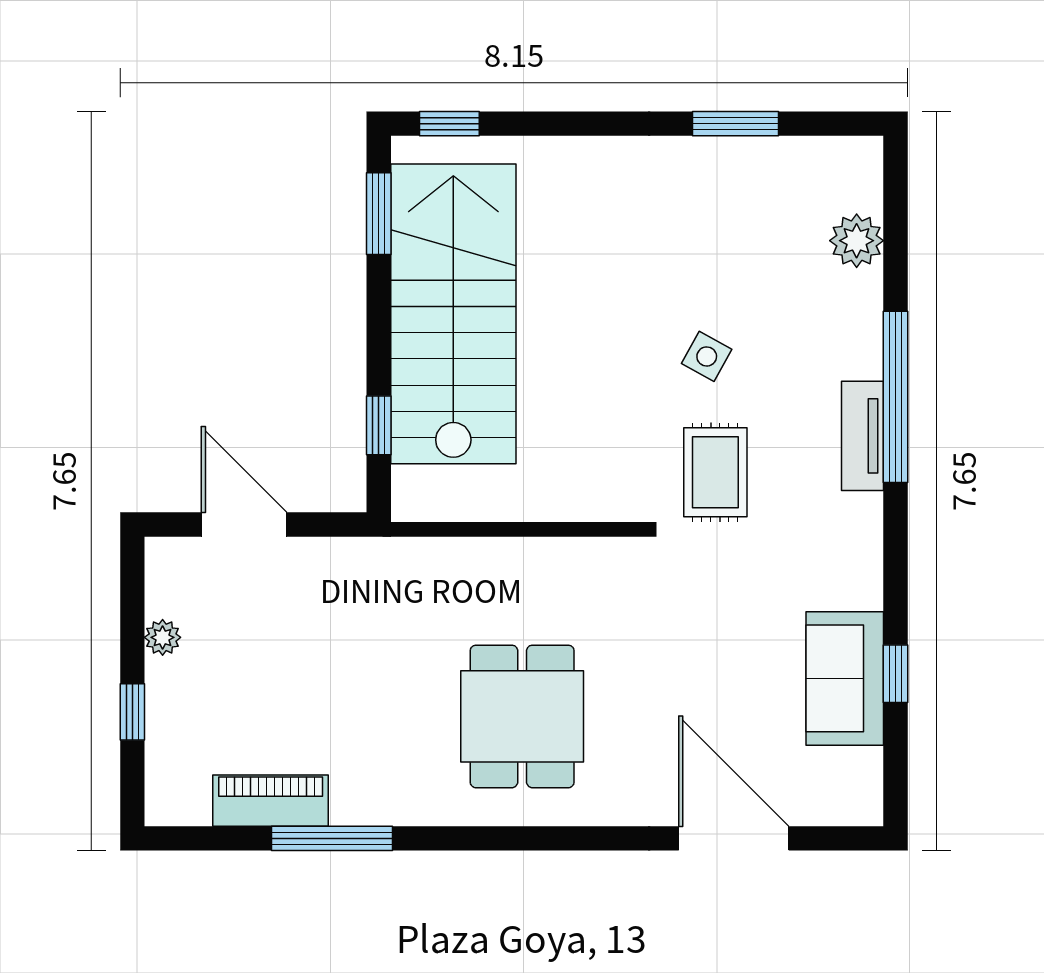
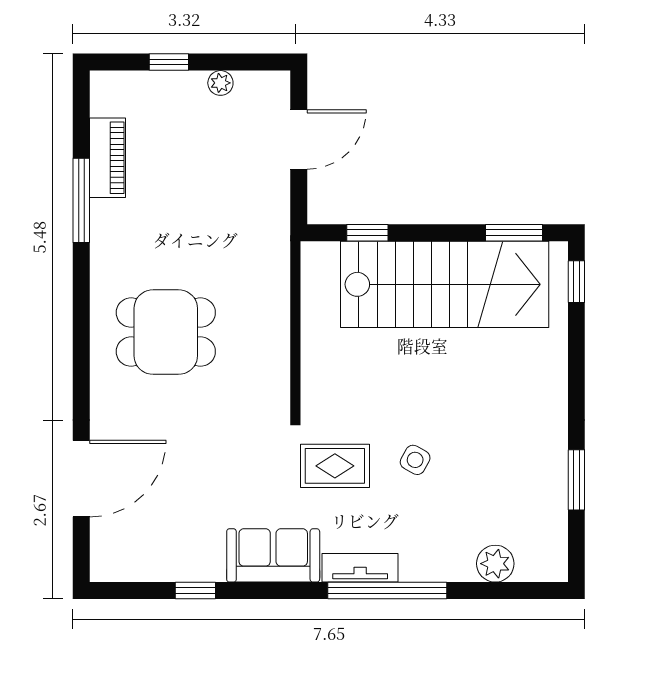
sofa: (845, 678) -> (273, 555), moved

